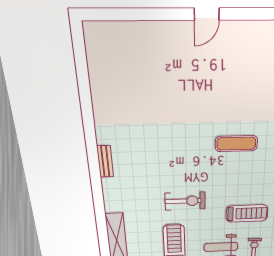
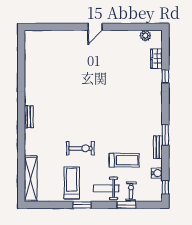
exercise mat: (236, 144) -> (115, 107), removed

